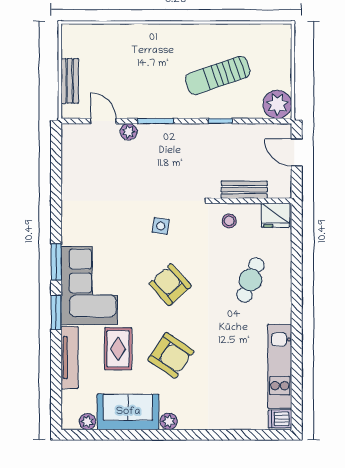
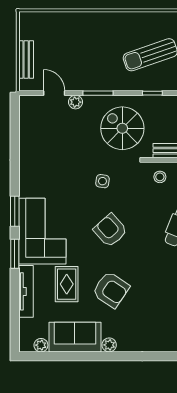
spiral stairs: (184, 163) -> (122, 128), added

